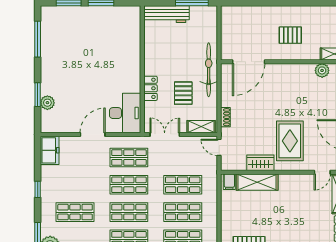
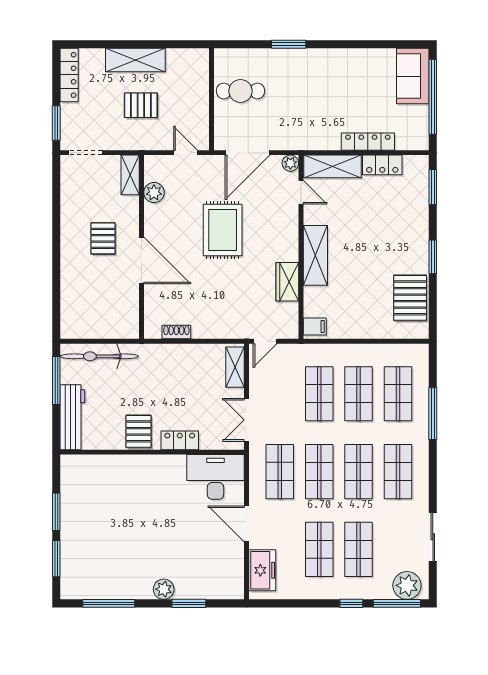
door: (249, 62) -> (141, 261), moved
bicycle: (209, 70) -> (99, 356), moved
pallet: (183, 93) -> (139, 431), moved, turned 90
plant: (47, 103) -> (164, 589), moved
shoe rack: (225, 117) -> (176, 332), moved
rug: (290, 141) -> (223, 230), moved, turned 90
freezer: (50, 150) -> (262, 570), moved, turned 90
shelving: (257, 182) -> (315, 255), moved
shop shelf: (75, 185) -> (319, 549), added
window: (38, 189) -> (351, 603), moved

